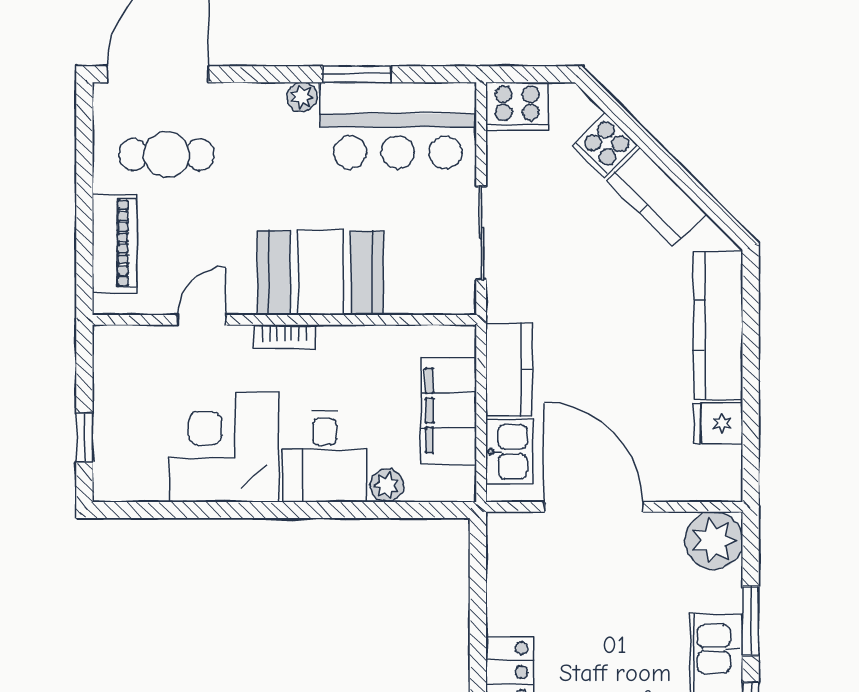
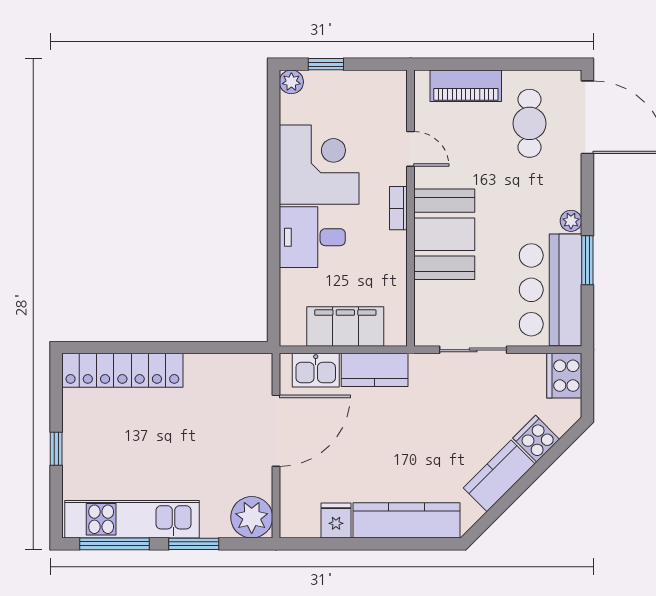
plant: (387, 485) -> (291, 82), moved

